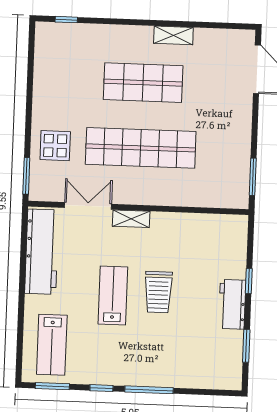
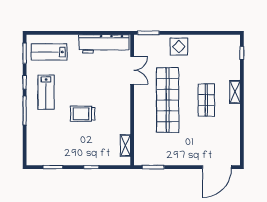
shelving: (173, 35) -> (235, 92), moved
shop shelf: (143, 83) -> (206, 100), width x0.70, depth x0.74
display table: (55, 146) -> (179, 47), moved
shelving: (131, 219) -> (125, 145), moved
lab bench: (113, 295) -> (46, 92), moved, turned 90
workbench: (232, 304) -> (77, 158), removed

